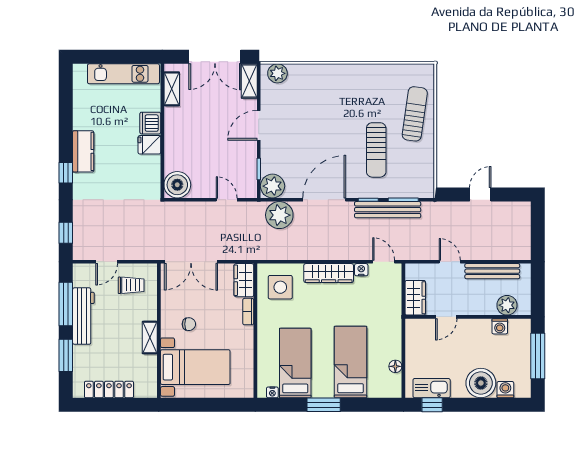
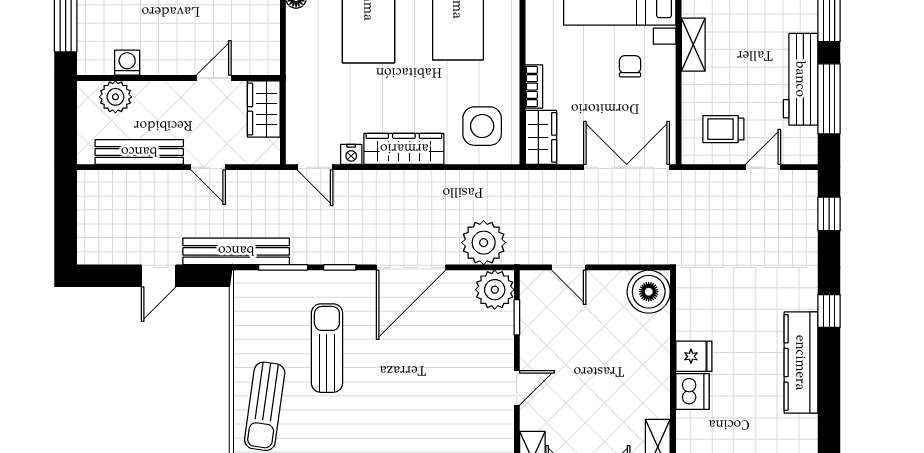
door: (259, 125) -> (517, 388), width x0.73
kitchen counter: (83, 151) -> (801, 363), width x1.50
bench: (388, 210) -> (236, 251), moved
chair: (189, 324) -> (630, 66), turned 90

